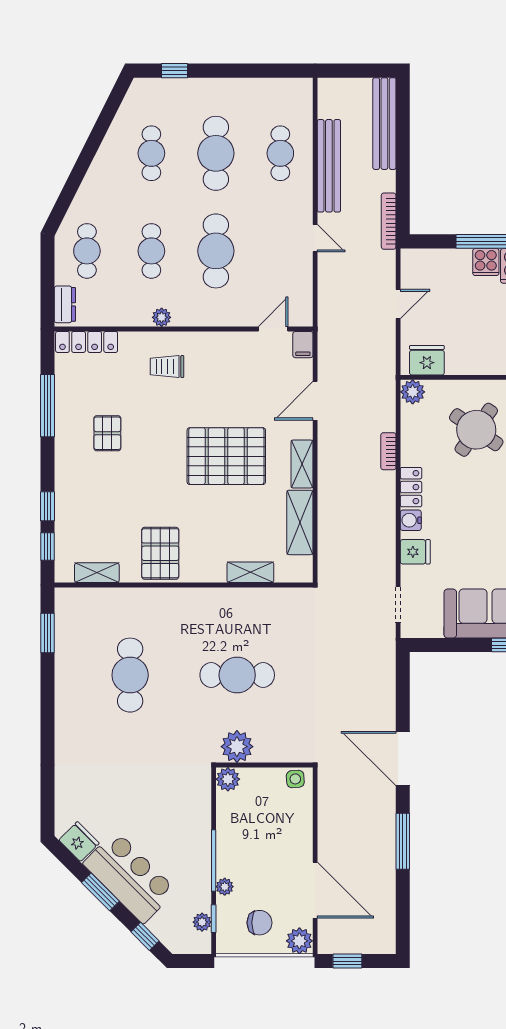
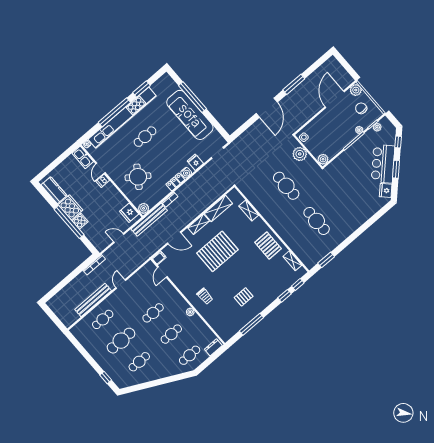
bench: (384, 124) -> (149, 220), moved
cafe table: (216, 251) -> (153, 313), width x0.73, depth x0.74
door: (273, 329) -> (162, 272), hinge flipped
locker: (87, 342) -> (220, 330), removed
pallet: (226, 456) -> (217, 251), turned 90
pallet: (160, 553) -> (268, 246), turned 90
cafe table: (130, 675) -> (317, 221), turned 90
plant: (237, 747) -> (300, 154), moved
window: (347, 961) -> (349, 69), removed

